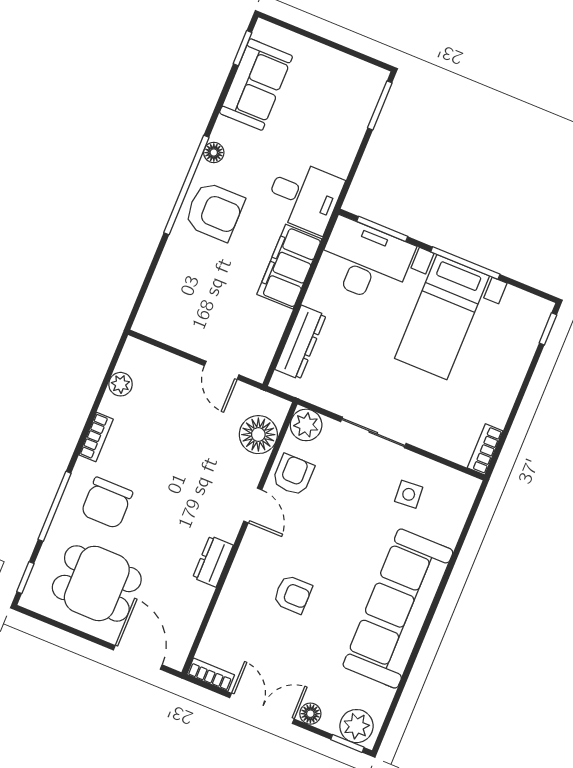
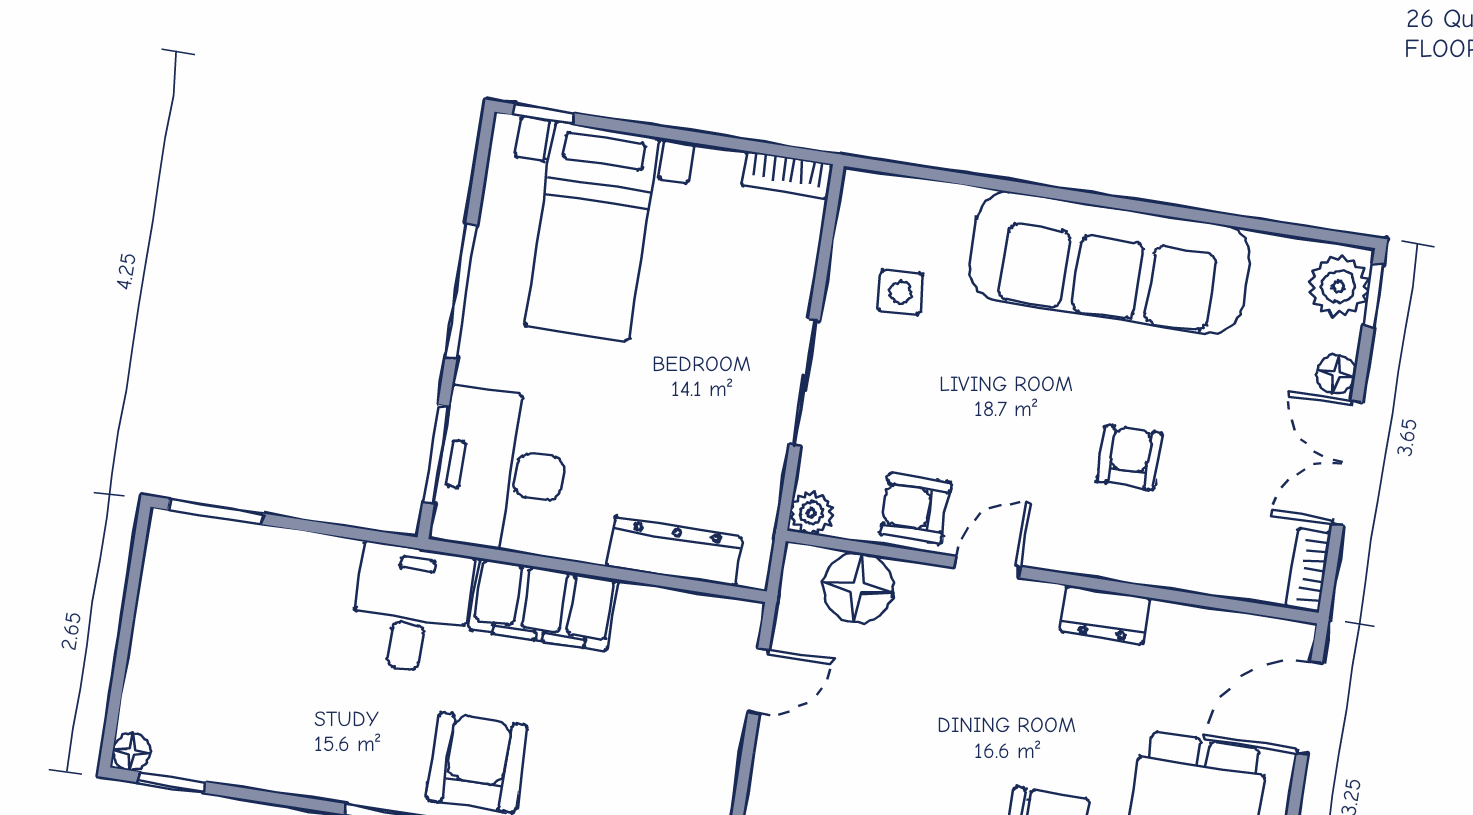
sofa: (256, 85) -> (232, 743), removed
floor lamp: (214, 153) -> (131, 752), moved
bed with nightstands: (442, 317) -> (592, 232), moved, turned 90
plant: (306, 425) -> (811, 513), width x0.73, depth x0.73

